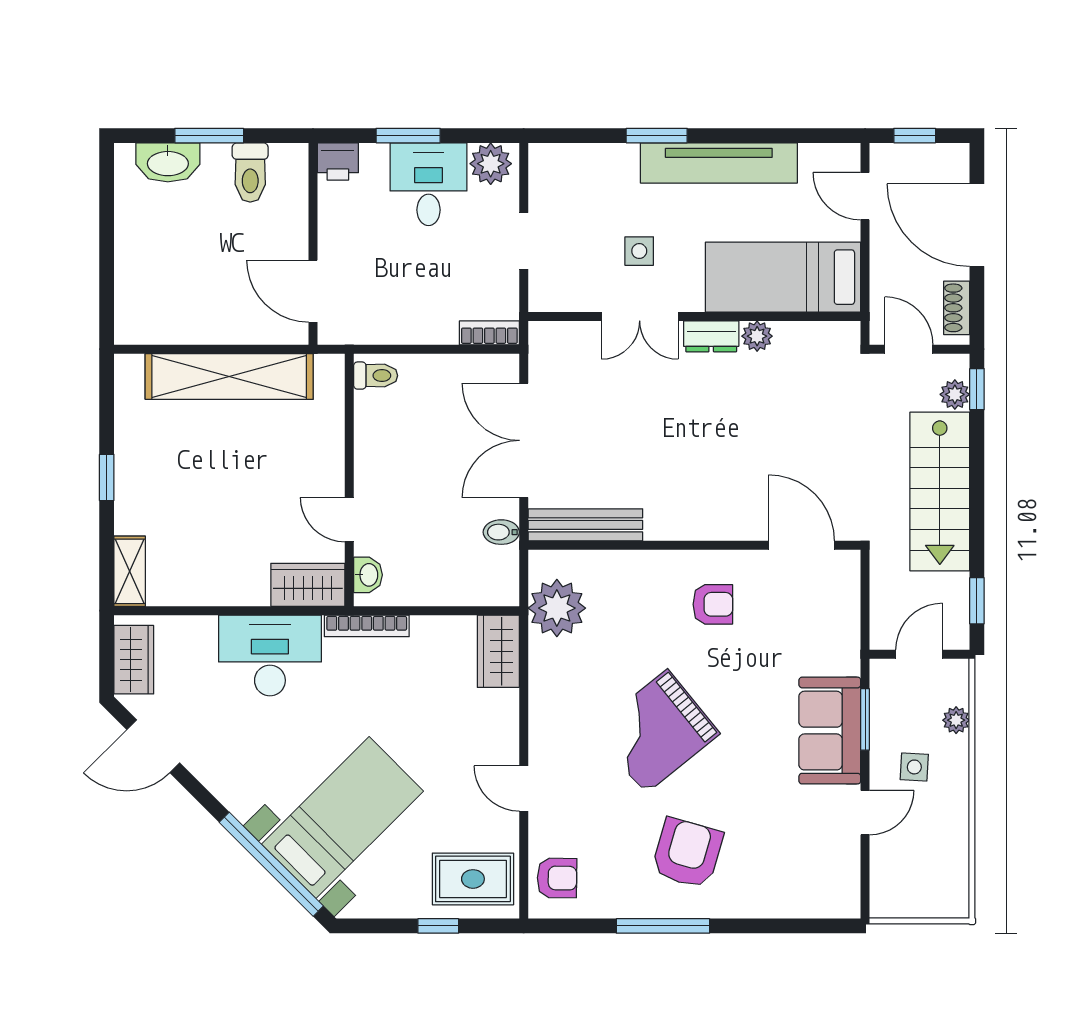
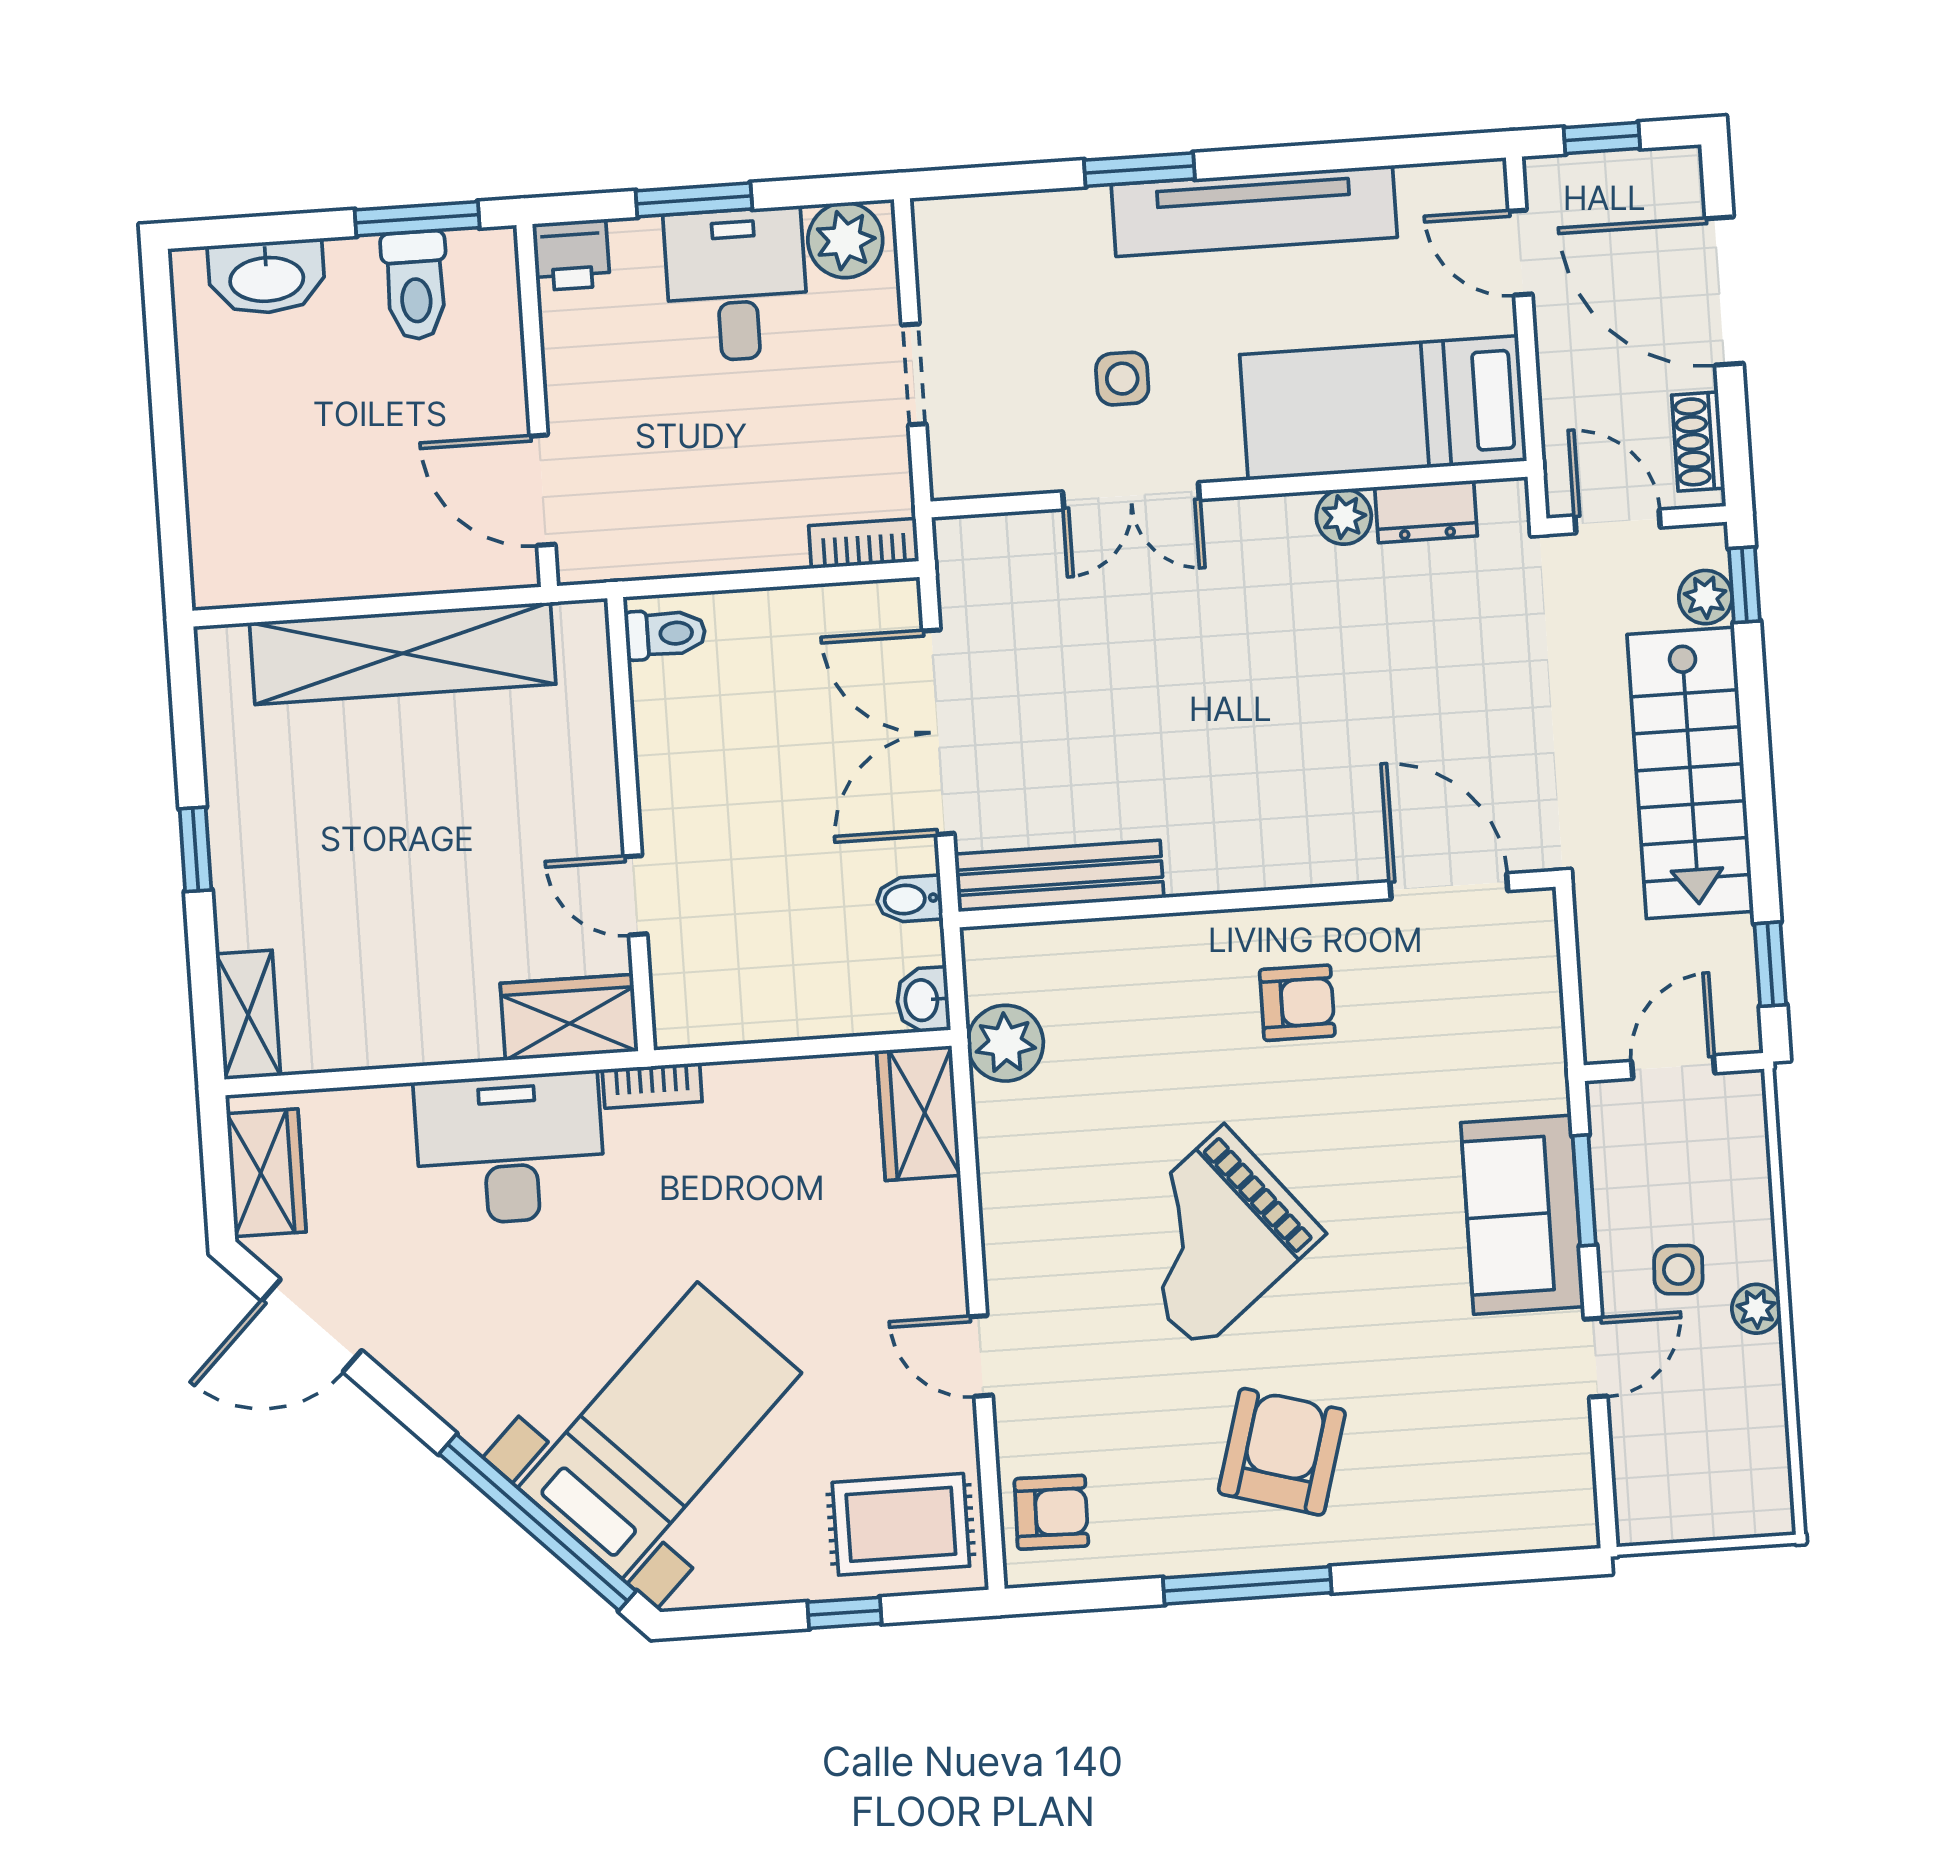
window: (209, 136) -> (417, 219), moved
dresser: (711, 336) -> (1426, 512), moved
washbasin: (368, 575) -> (923, 1000), moved, turned 180
plant: (557, 608) -> (1005, 1043), width x0.73, depth x0.73
bookcase: (367, 626) -> (652, 1086), width x0.64
plant: (956, 720) -> (1756, 1309), moved

